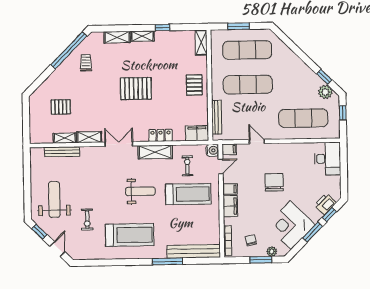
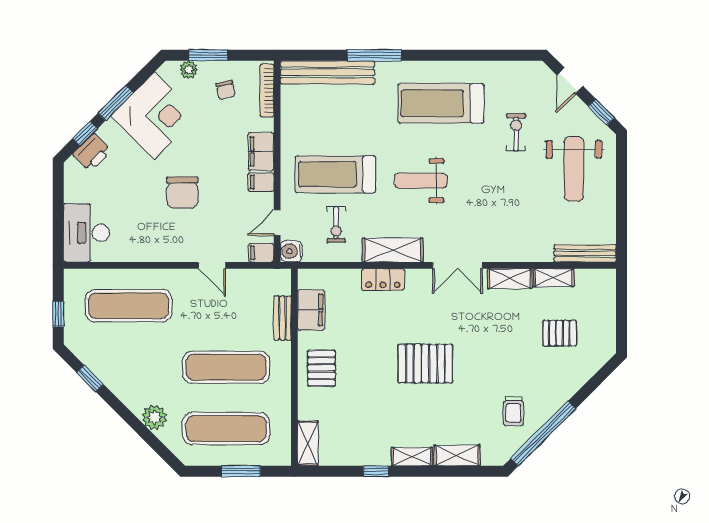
plant: (325, 92) -> (154, 417), moved
bench: (217, 117) -> (283, 318), width x0.73
filing cabinet: (197, 133) -> (311, 310), moved, turned -90
bench: (62, 152) -> (585, 253), moved

